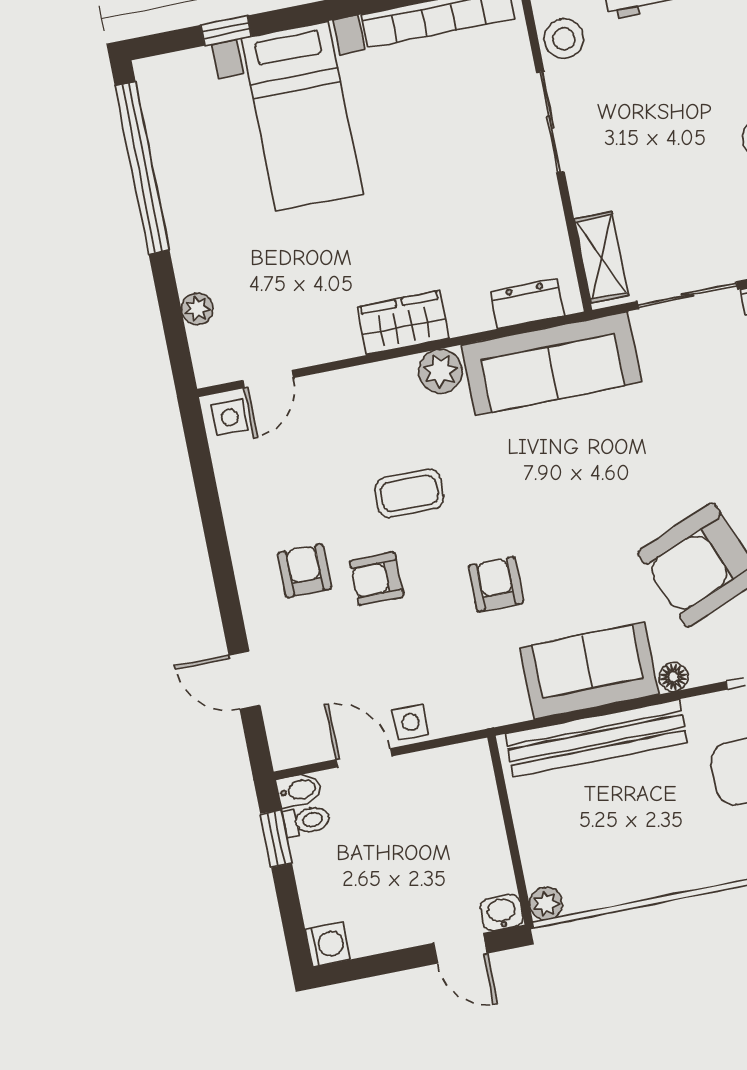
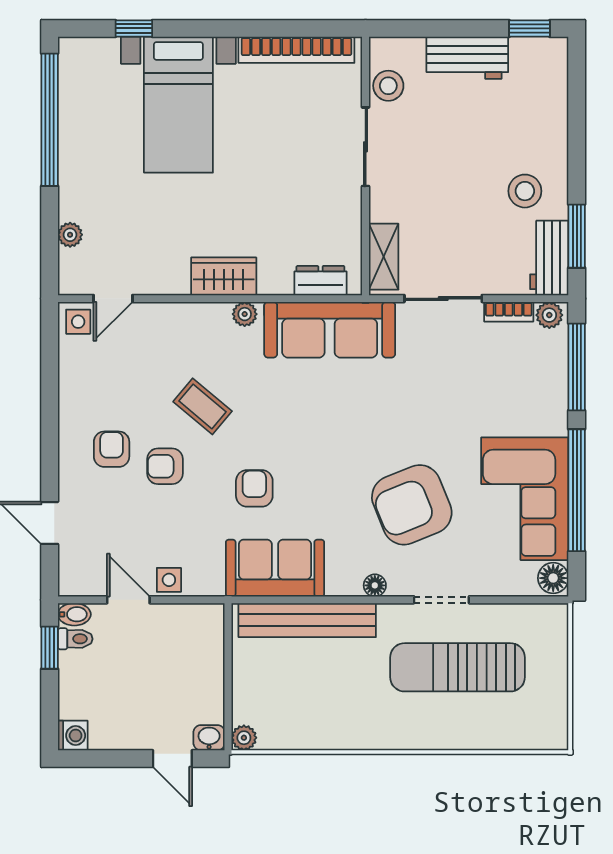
plant: (440, 371) -> (245, 314), width x0.73, depth x0.73
coffee table: (409, 493) -> (203, 406), turned 40
sofa: (589, 671) -> (275, 568), moved

